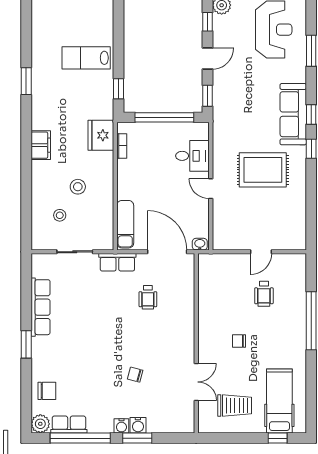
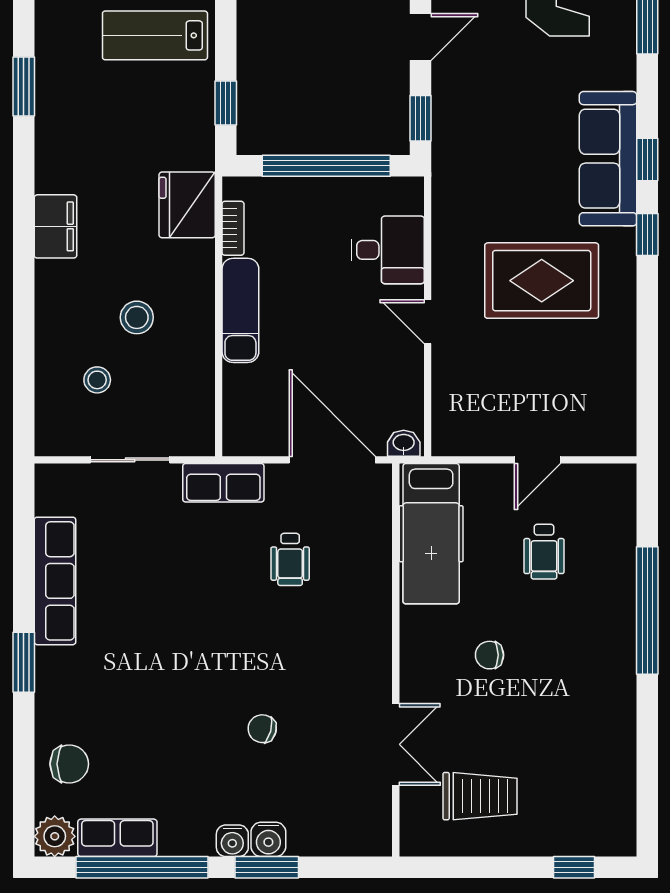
exam couch: (125, 224) -> (240, 310), moved
hospital bed: (279, 401) -> (431, 534), moved, turned 180

